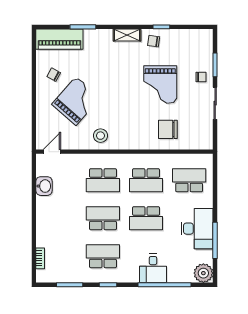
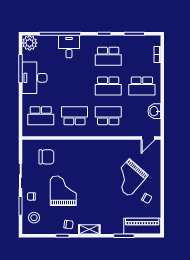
chair: (168, 129) -> (46, 157), moved
stool: (100, 136) -> (34, 218), moved
school desk: (146, 218) -> (142, 86), moved, turned 180

